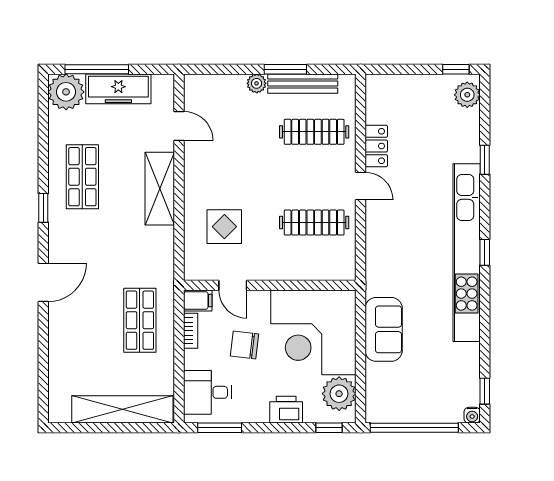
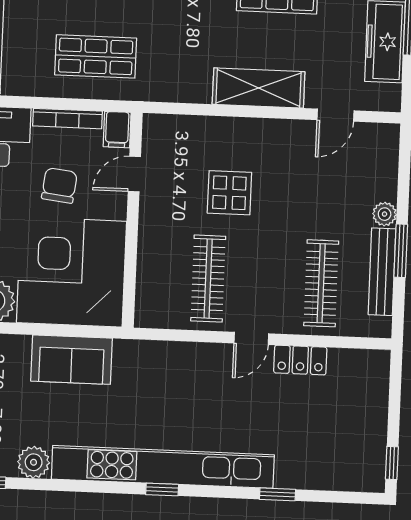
plant: (467, 95) -> (34, 462), moved
display table: (224, 227) -> (229, 193), moved
bookcase: (191, 331) -> (67, 119), width x1.56

